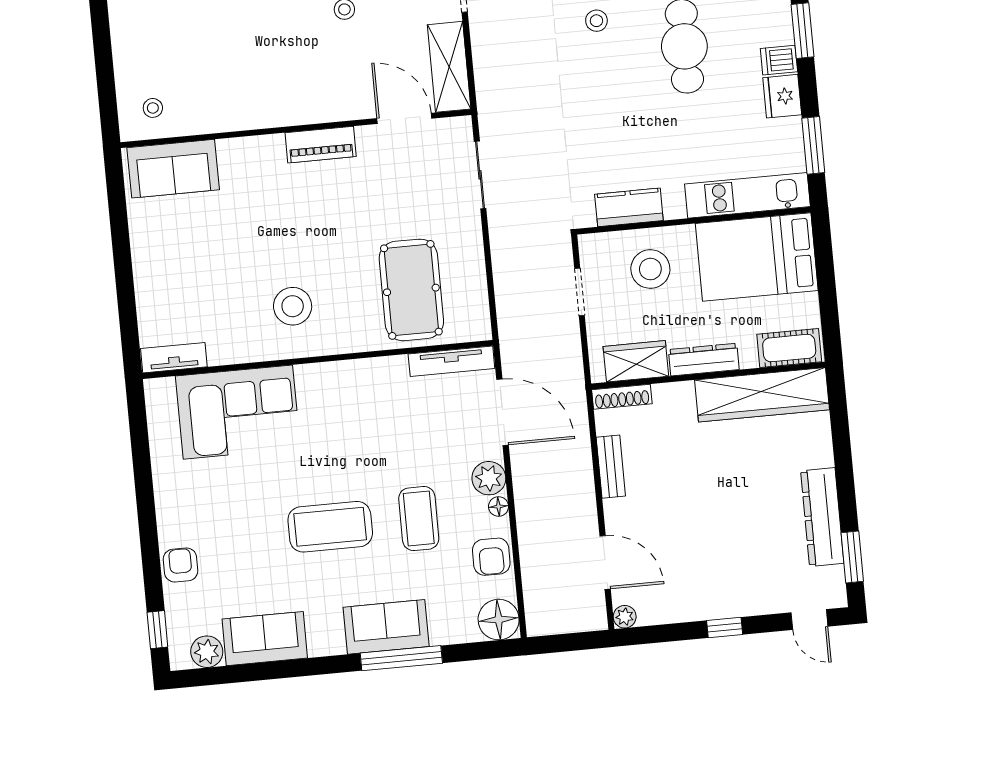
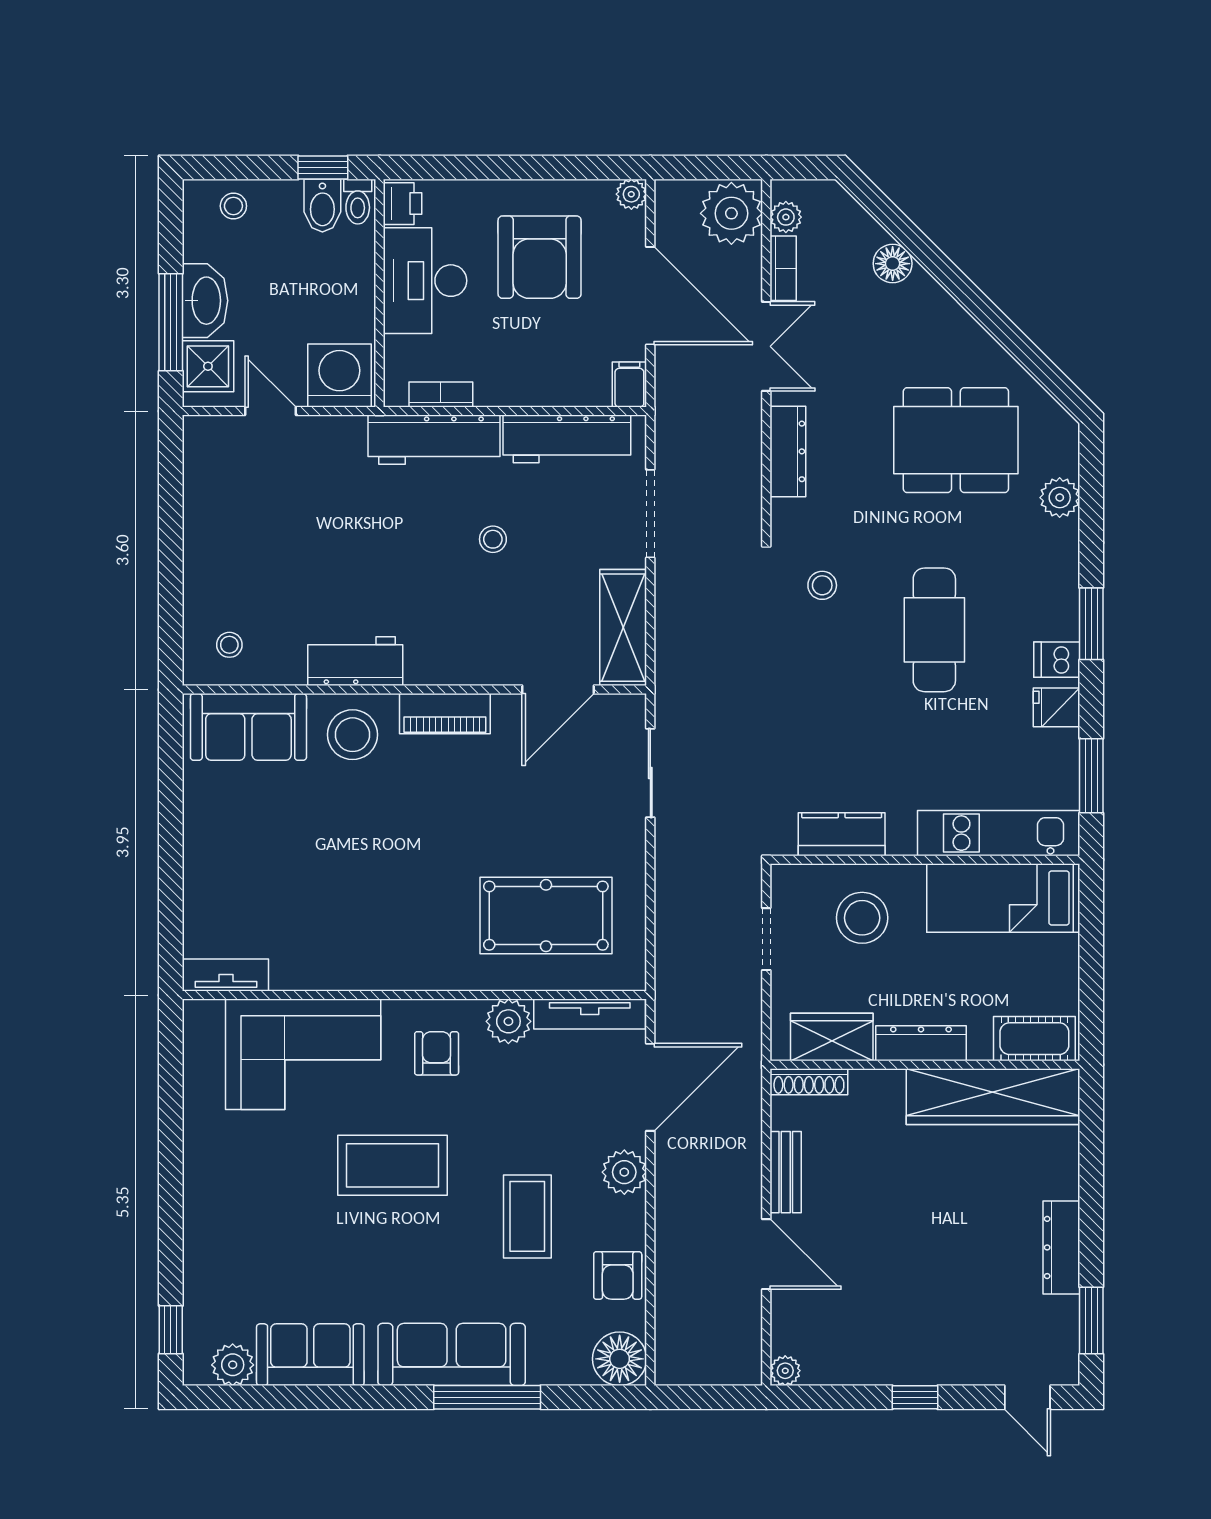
fridge: (782, 96) -> (1056, 707), width x0.72
workbench: (249, 111) -> (355, 661), added
door: (404, 118) -> (558, 690), swing flipped
bed: (757, 257) -> (1003, 898), width x0.67
pool table: (411, 290) -> (546, 916), turned 90
stool: (293, 306) -> (353, 735), moved
plant: (391, 373) -> (508, 1021), added
door: (502, 412) -> (650, 1087), hinge flipped
floor lamp: (499, 506) -> (633, 1210), removed
dresser: (822, 517) -> (1061, 1247), width x0.73, depth x0.80
coffee table: (330, 527) -> (393, 1165), moved
door: (605, 562) -> (766, 1254), moved
armchair: (181, 565) -> (437, 1053), moved
sofa: (386, 627) -> (452, 1354), width x1.36

